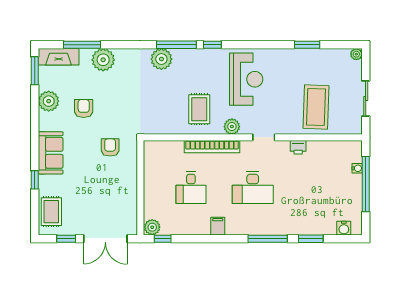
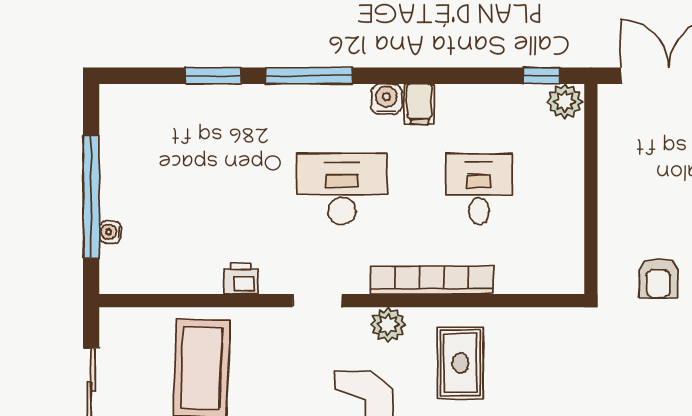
water cooler: (344, 228) -> (386, 99), moved

